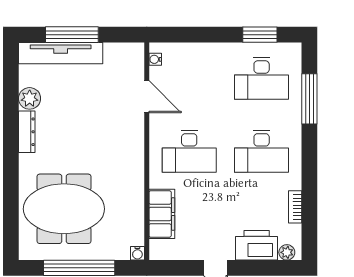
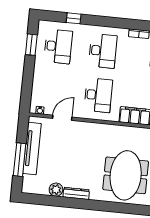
tv unit: (61, 53) -> (32, 149), moved
window: (309, 99) -> (74, 18), width x0.46

